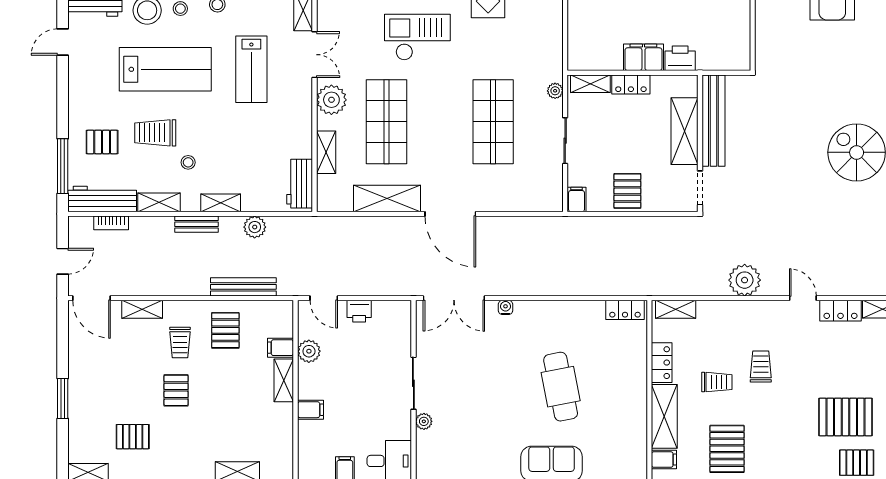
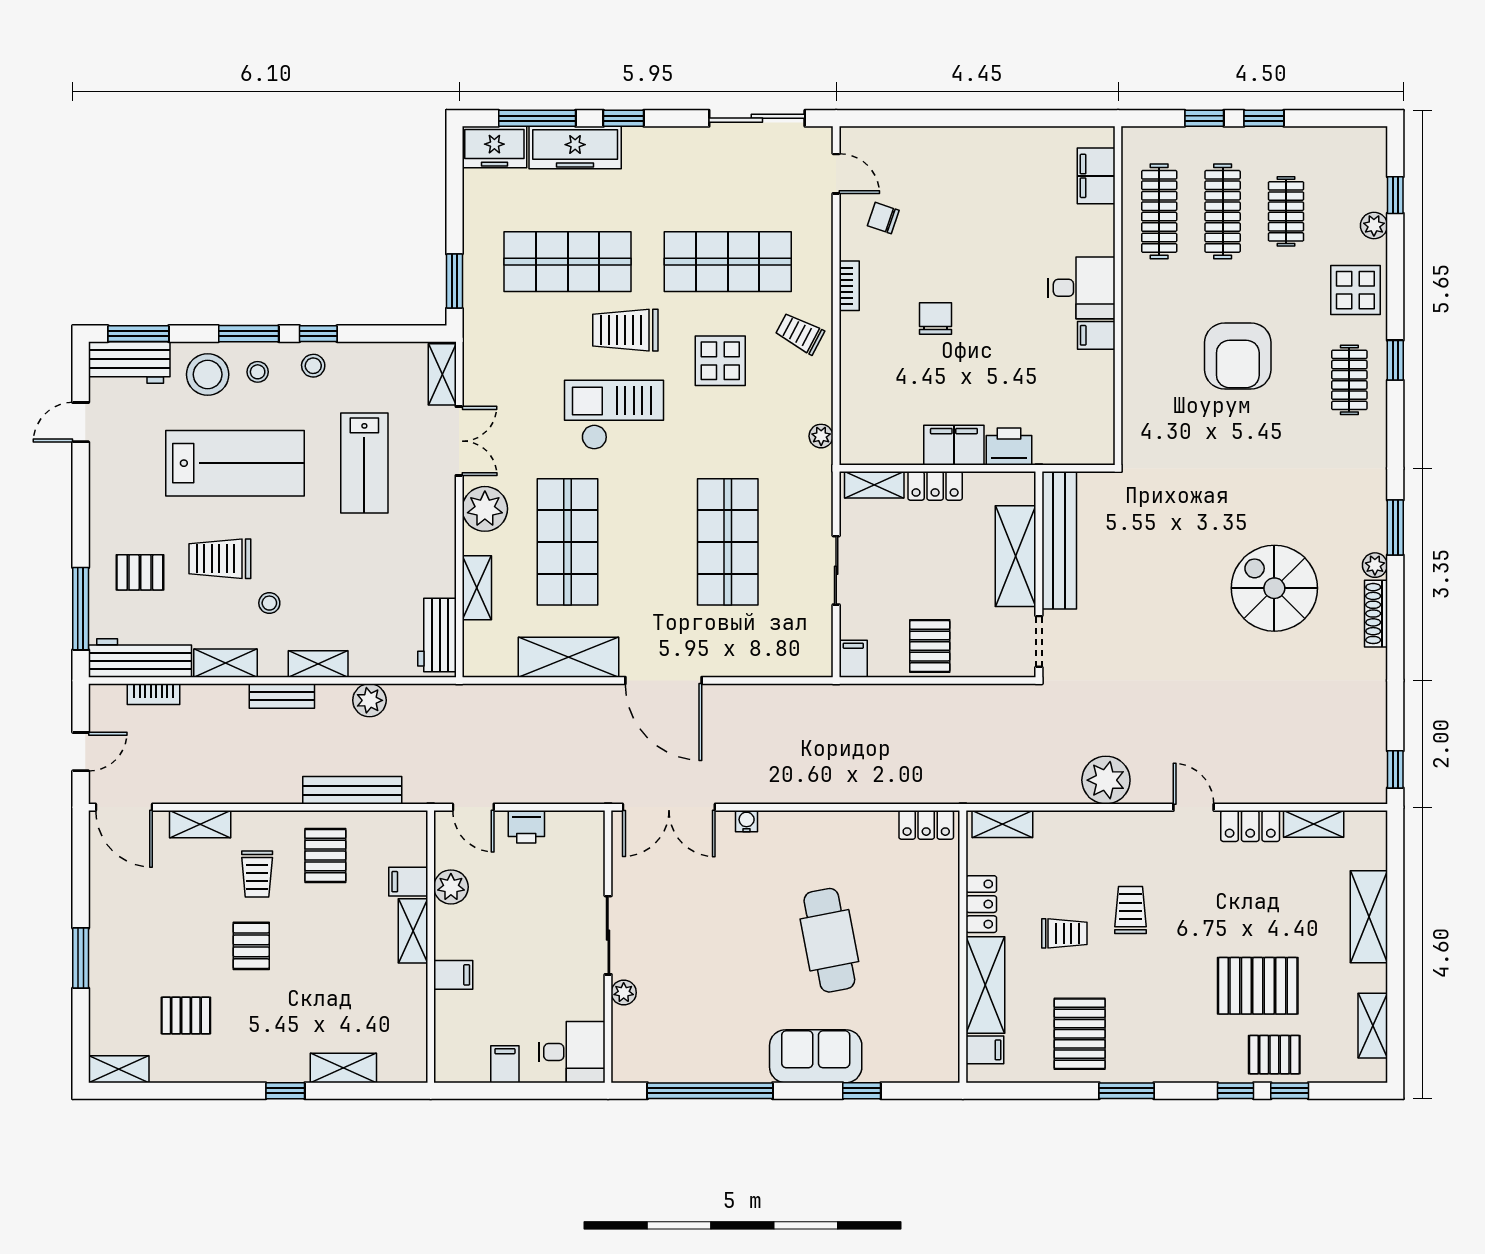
plant: (555, 91) -> (821, 436), moved

